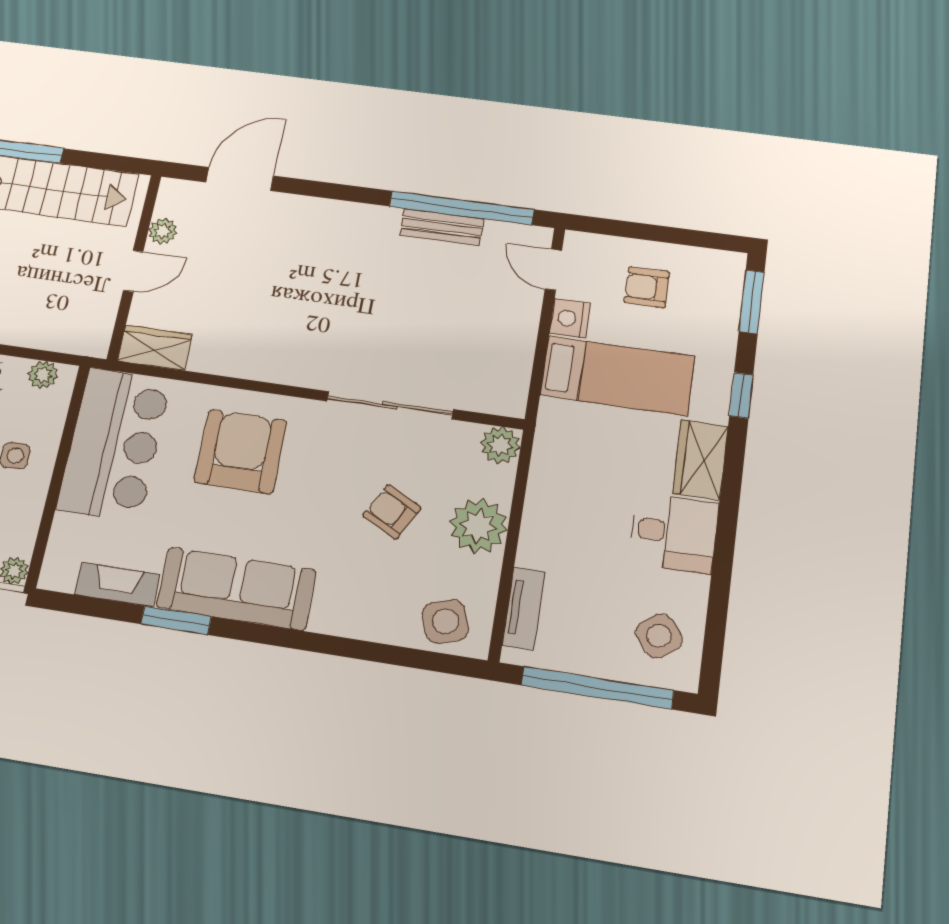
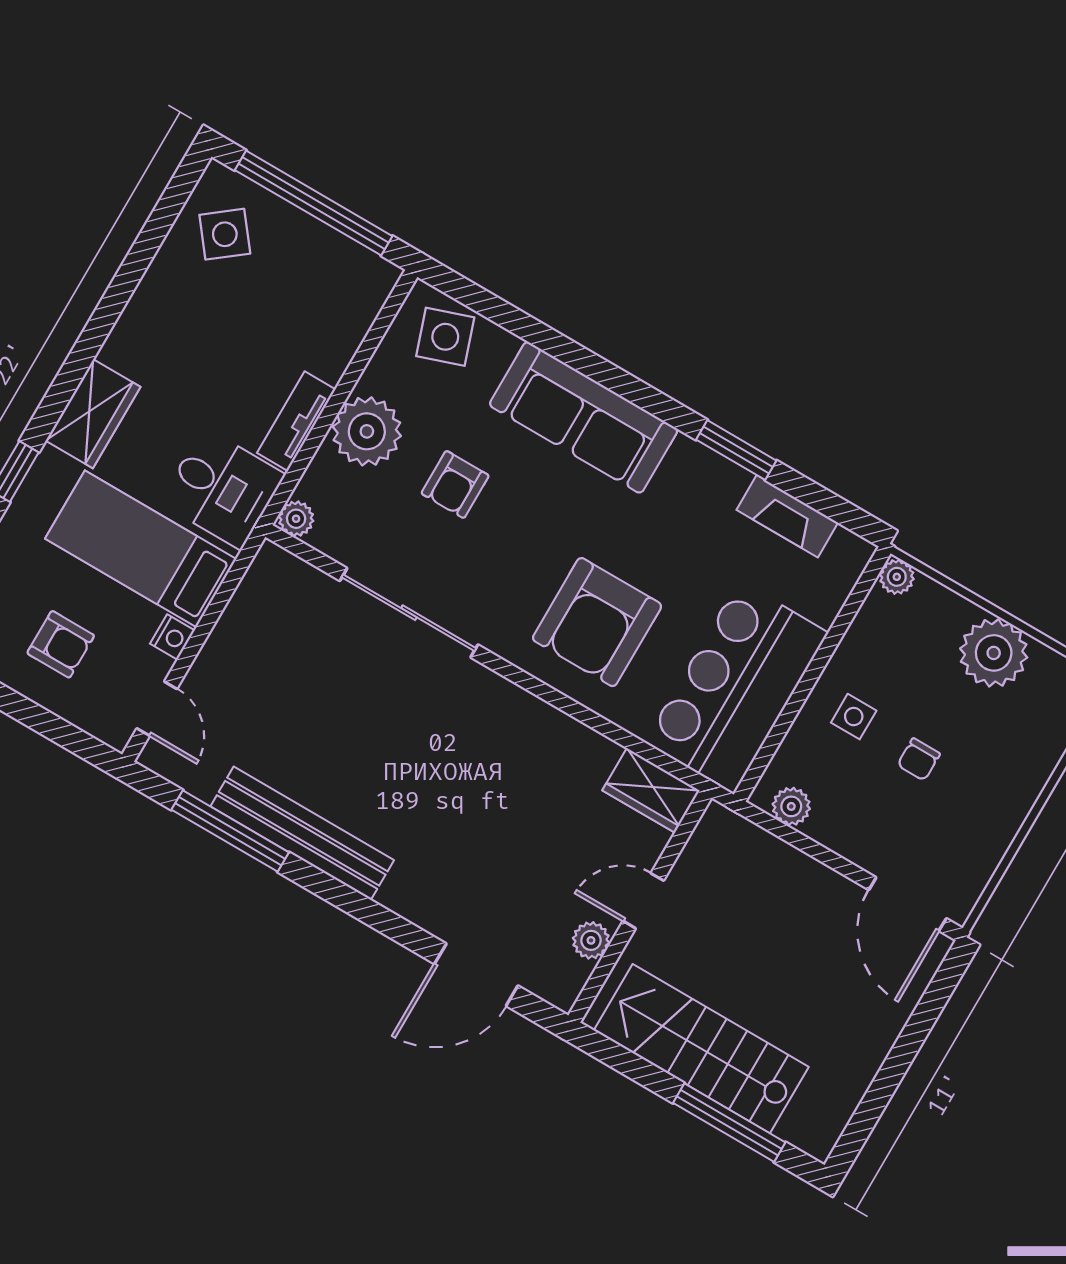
window: (462, 208) -> (230, 831), width x0.68
bench: (442, 227) -> (302, 833), width x1.86, depth x1.21
nightstand: (570, 318) -> (172, 637), width x0.72, depth x0.74
plant: (500, 445) -> (296, 519), width x0.73, depth x0.73
armchair: (392, 512) -> (455, 484), turned 62
desk: (674, 533) -> (222, 488), moved, turned 180
sofa: (236, 589) -> (584, 417), moved
tv unit: (524, 608) -> (296, 421), moved

